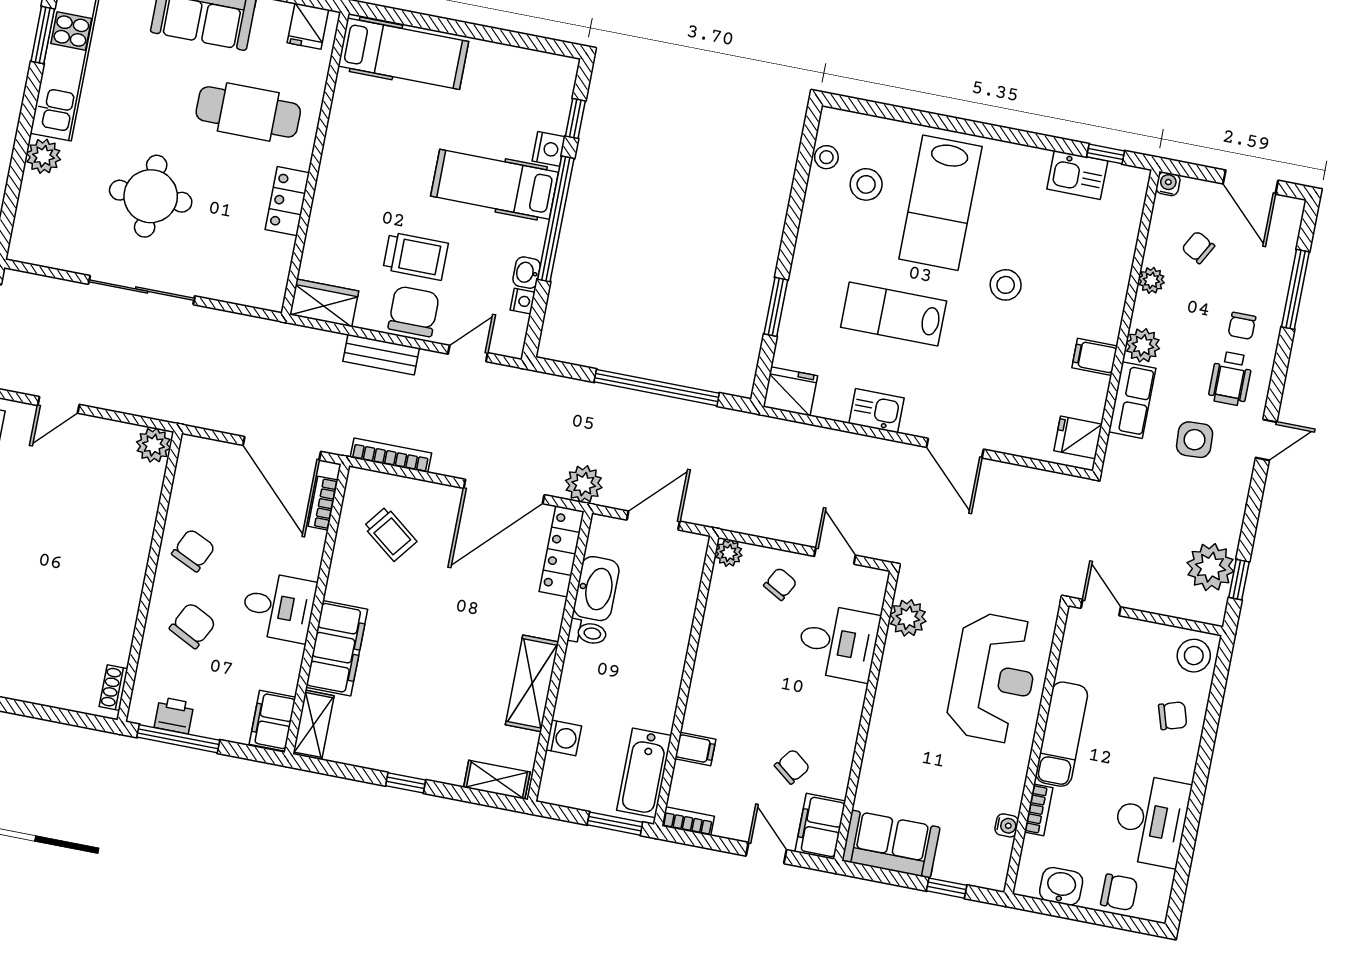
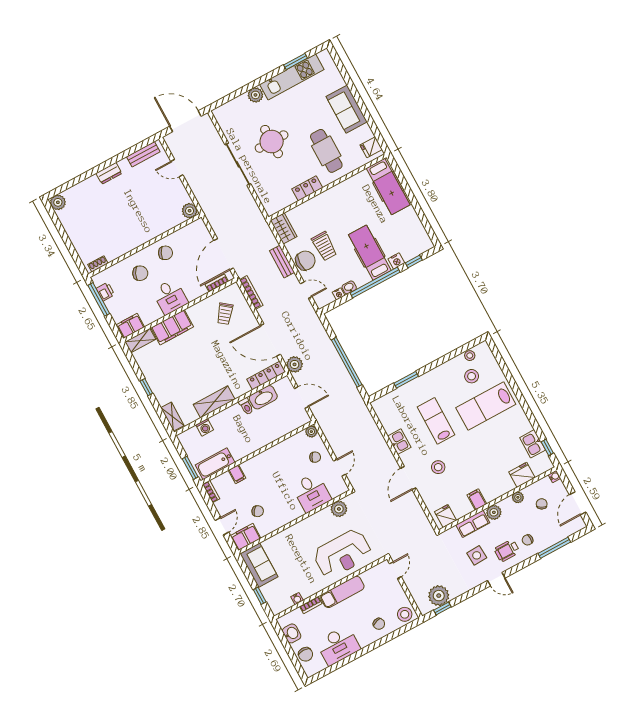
stool: (1006, 285) -> (438, 467), moved
fridge: (790, 391) -> (522, 475), moved, turned -90

